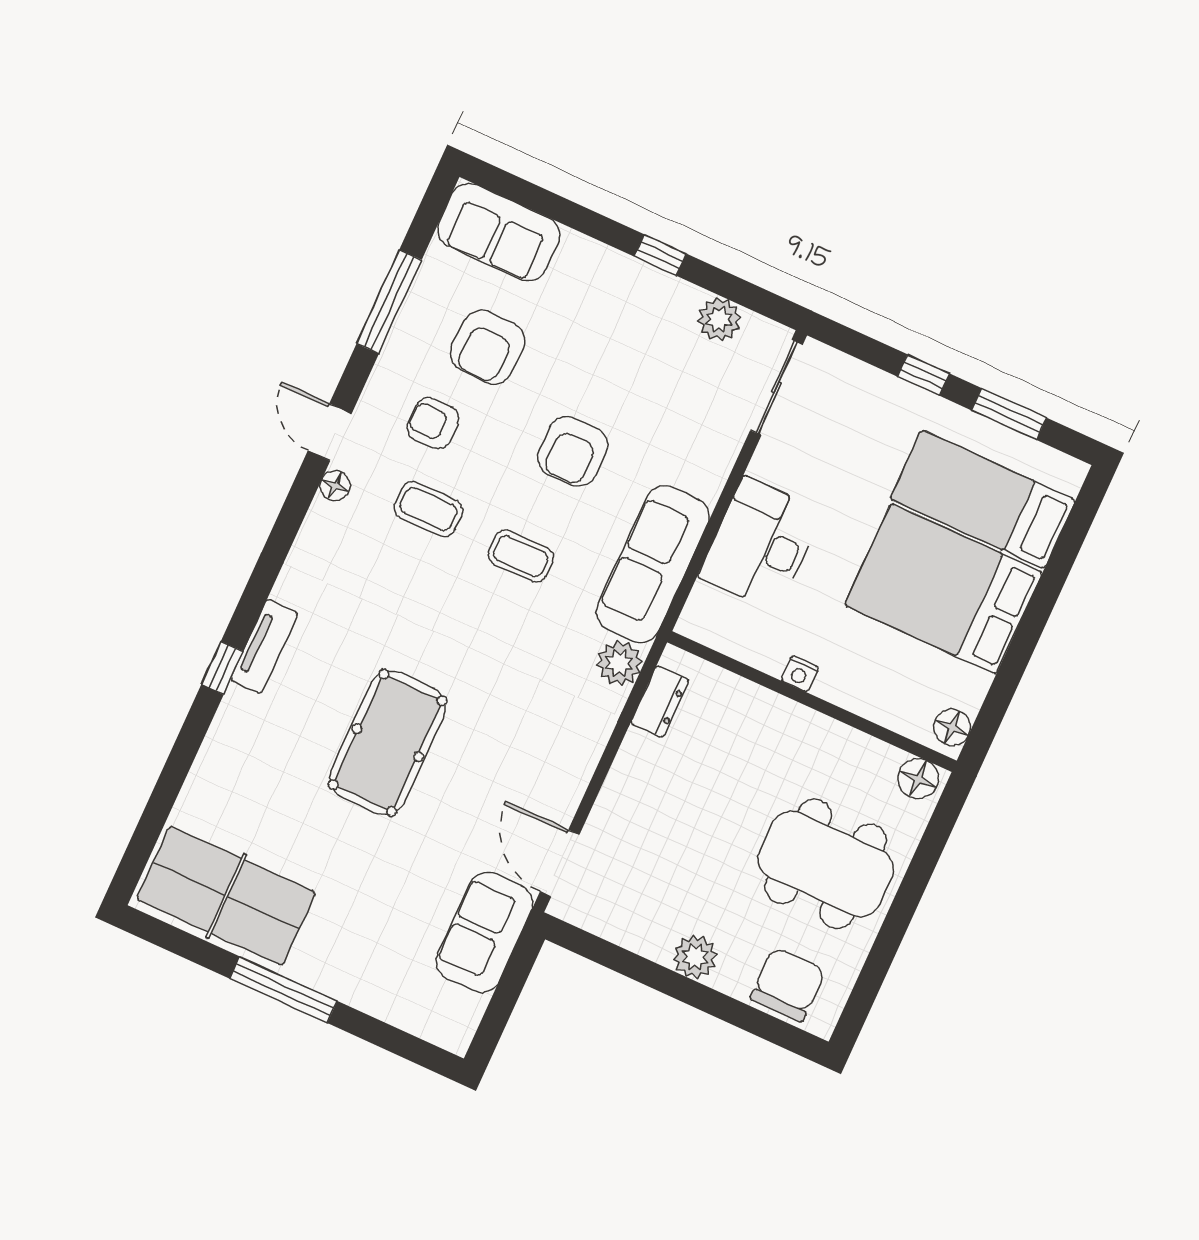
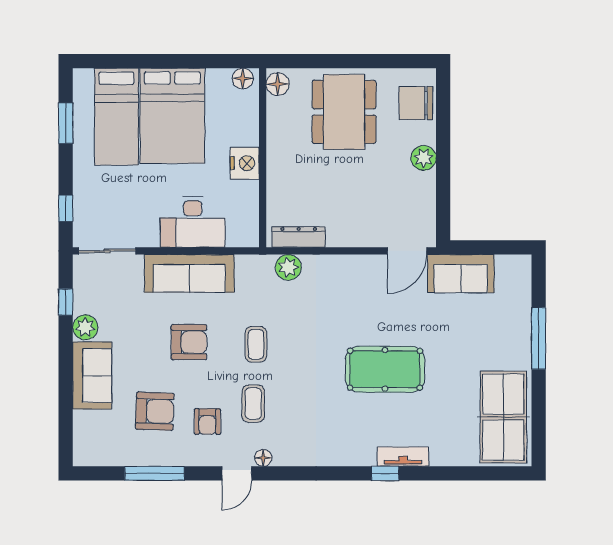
sofa: (499, 232) -> (92, 375), moved
window: (660, 255) -> (66, 302), moved
plant: (719, 319) -> (85, 327), moved
window: (923, 375) -> (66, 208), moved
sofa: (653, 564) -> (189, 273), moved
tv unit: (264, 646) -> (403, 457), moved
nightstand: (800, 674) -> (245, 163), width x1.89, depth x1.79
dresser: (660, 701) -> (299, 237), width x1.44
window: (283, 990) -> (539, 338), moved

